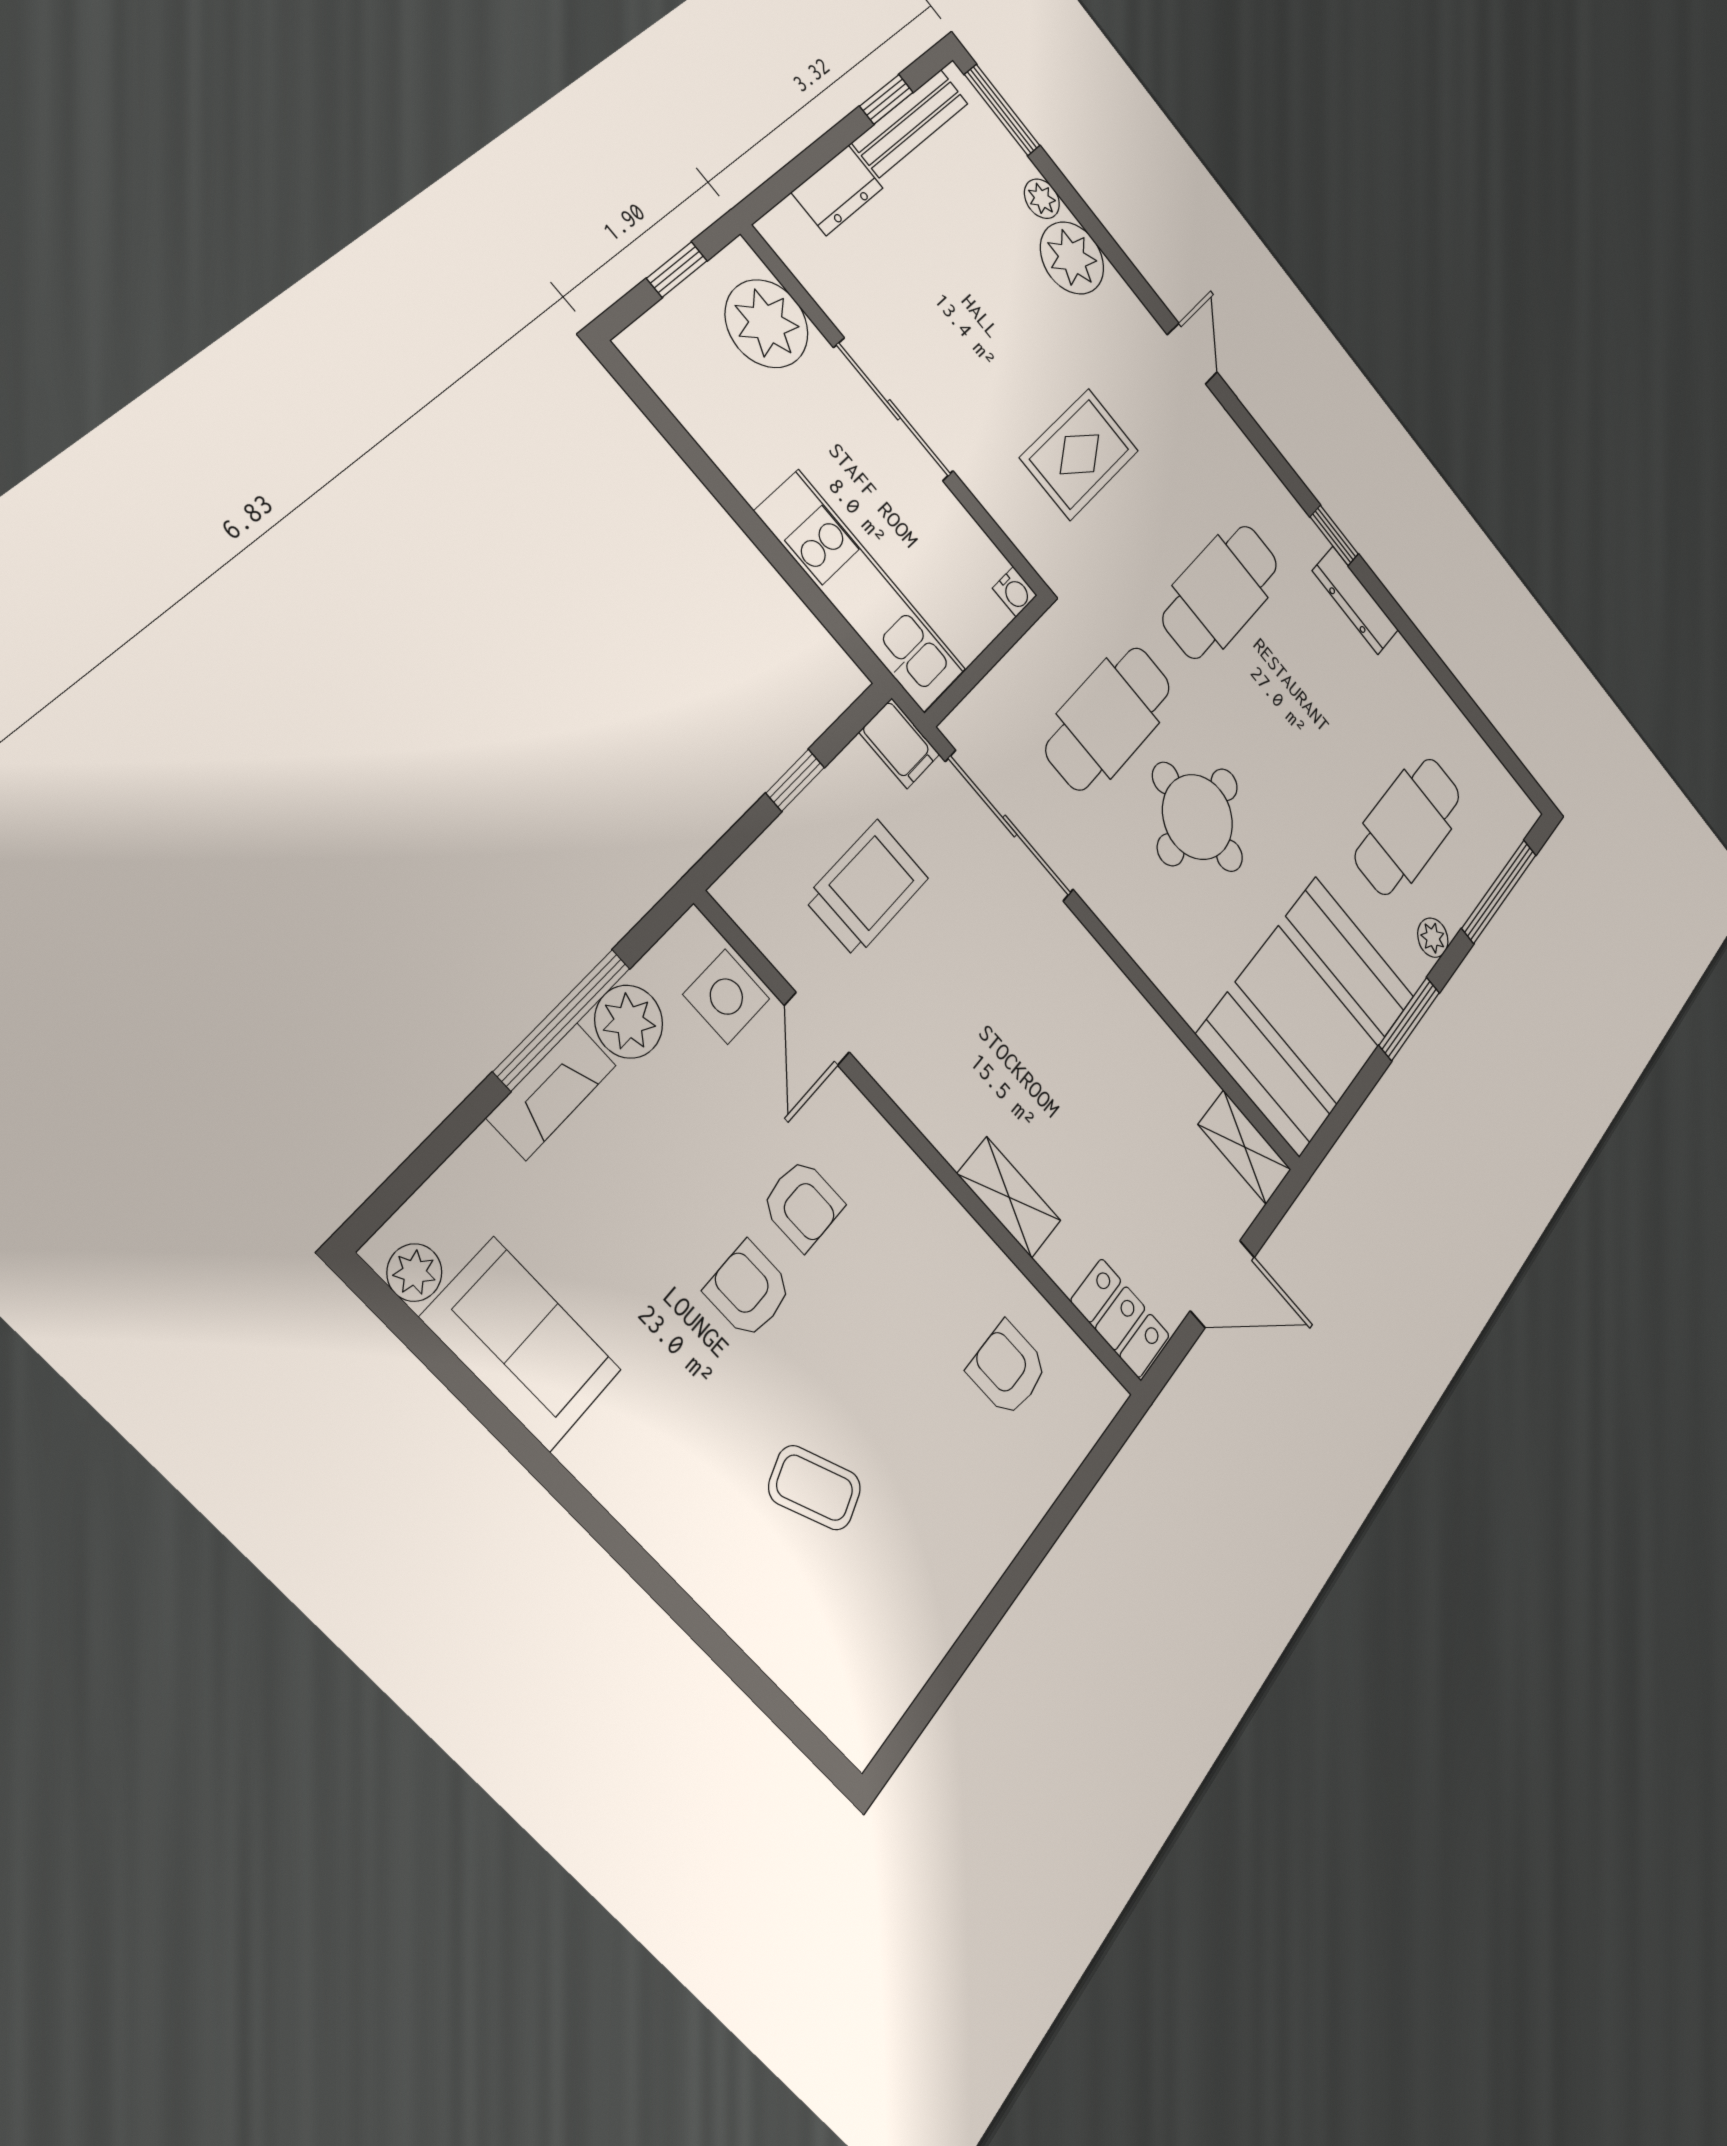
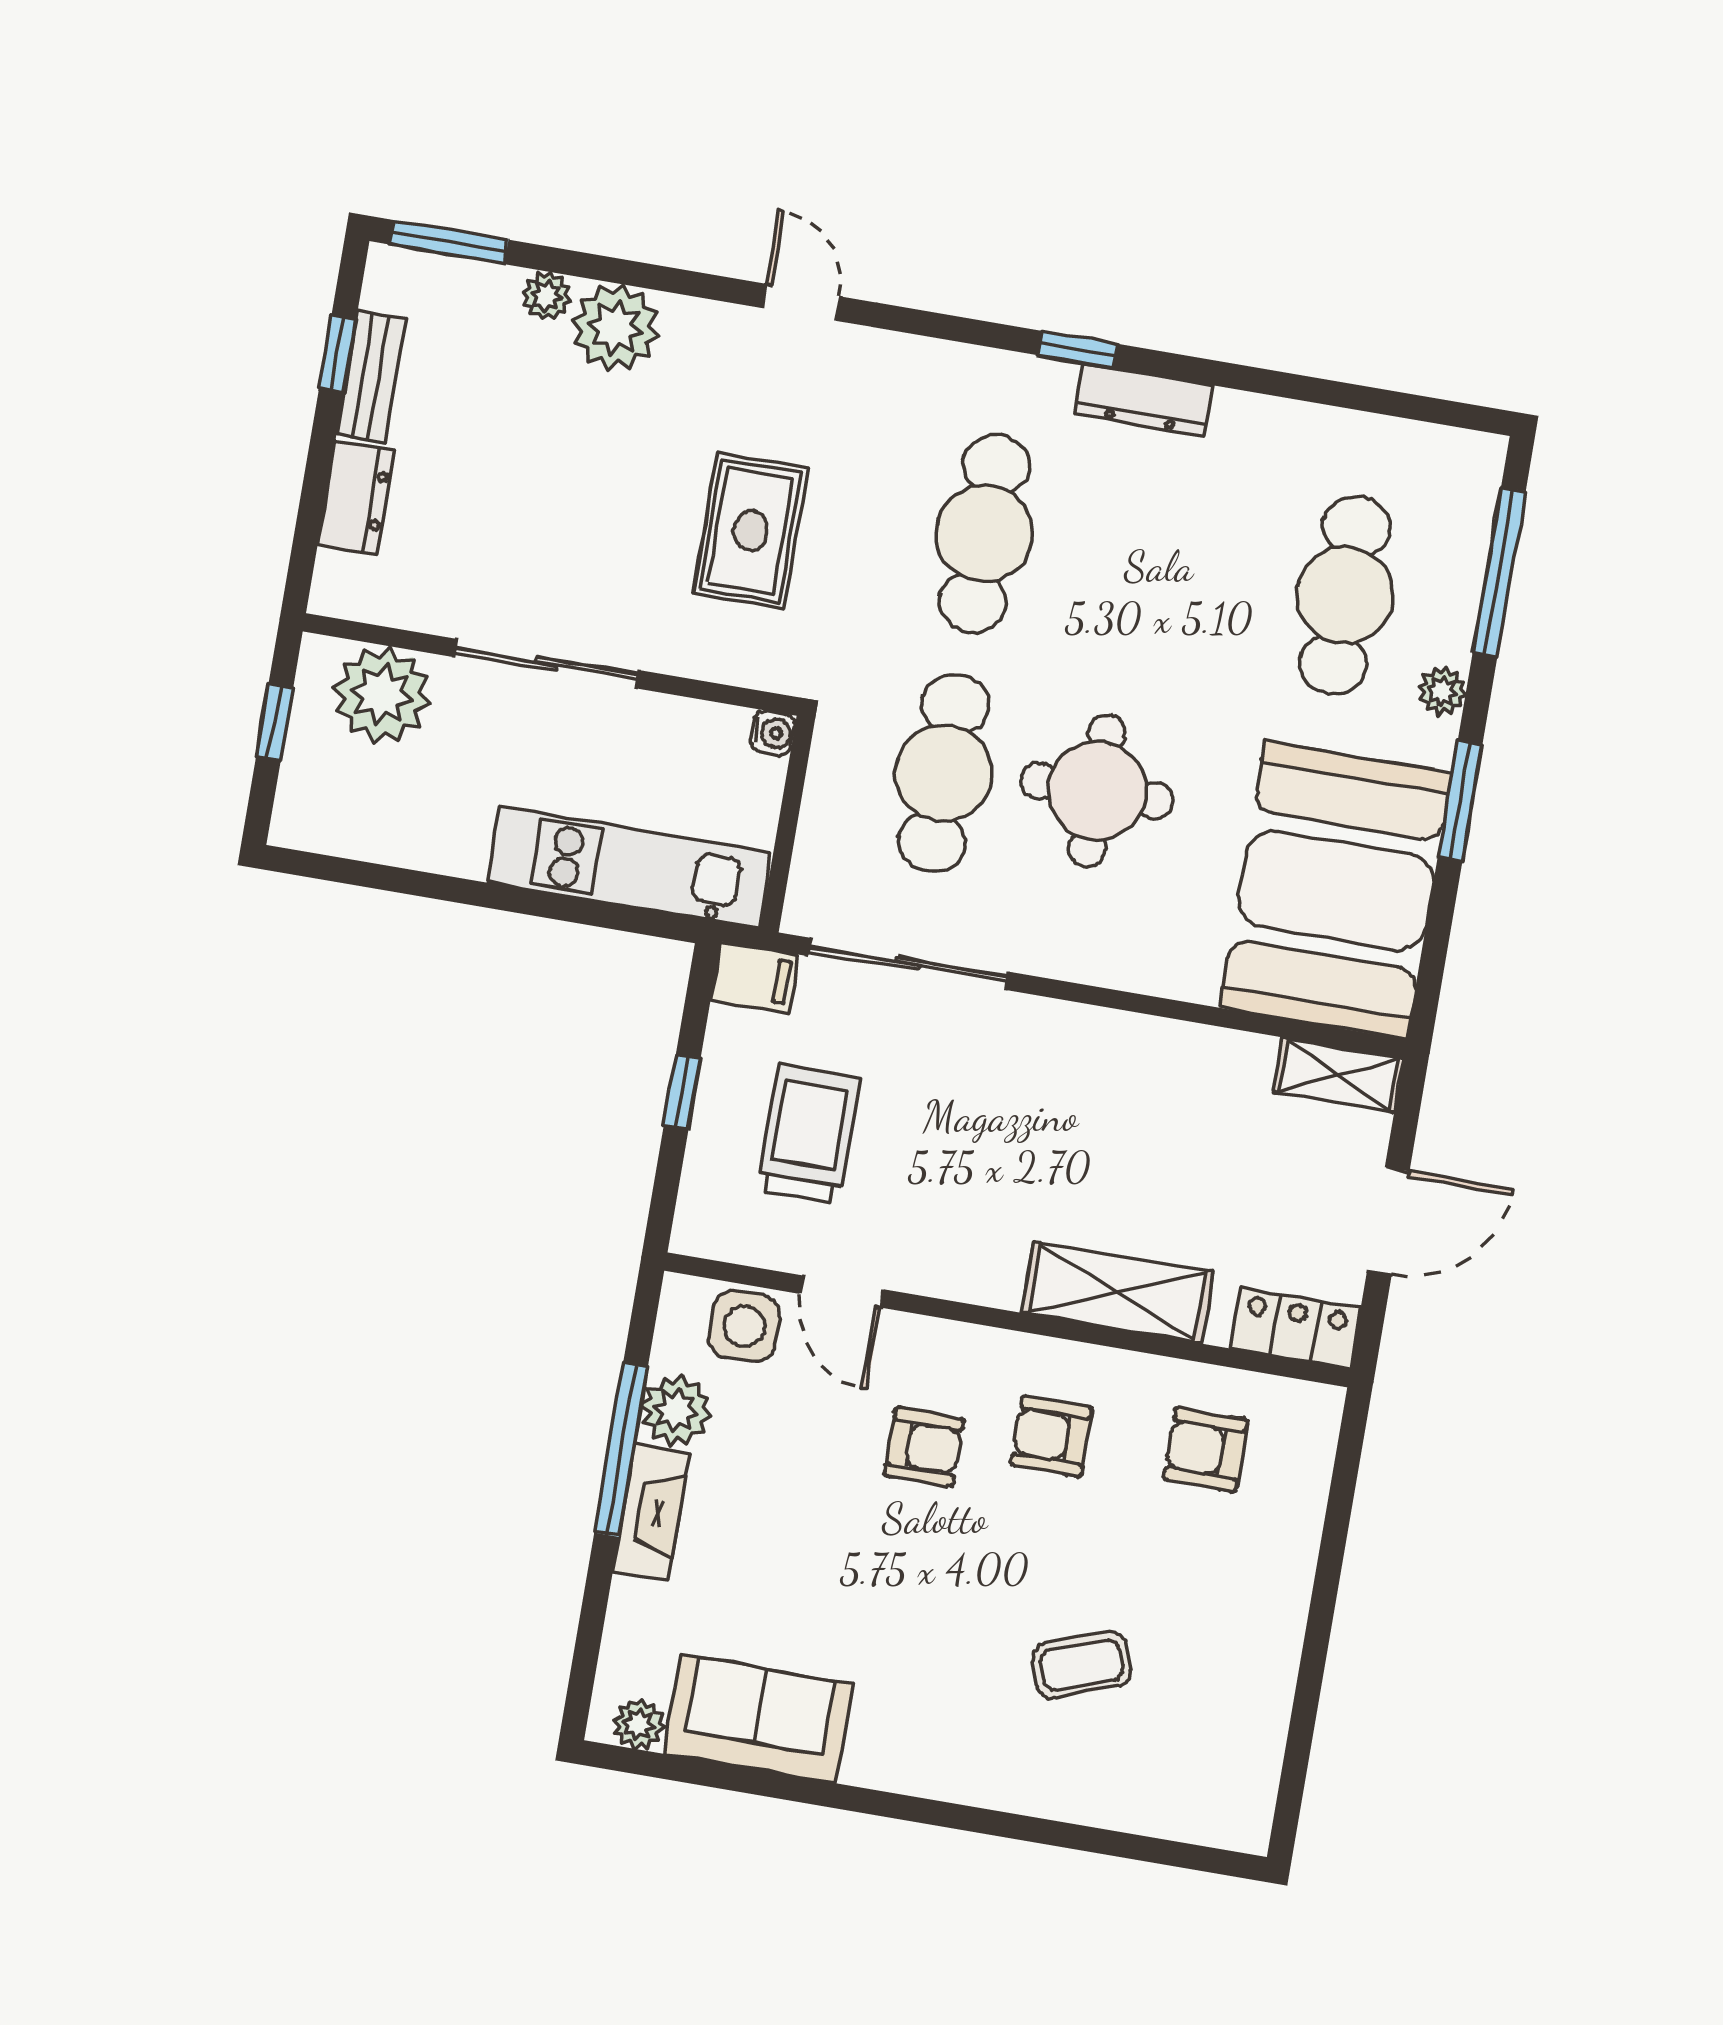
bench: (910, 123) -> (371, 377), width x0.73
shelving: (1009, 1197) -> (1117, 1292), width x1.50, depth x1.33
armchair: (749, 1290) -> (1052, 1436), moved

